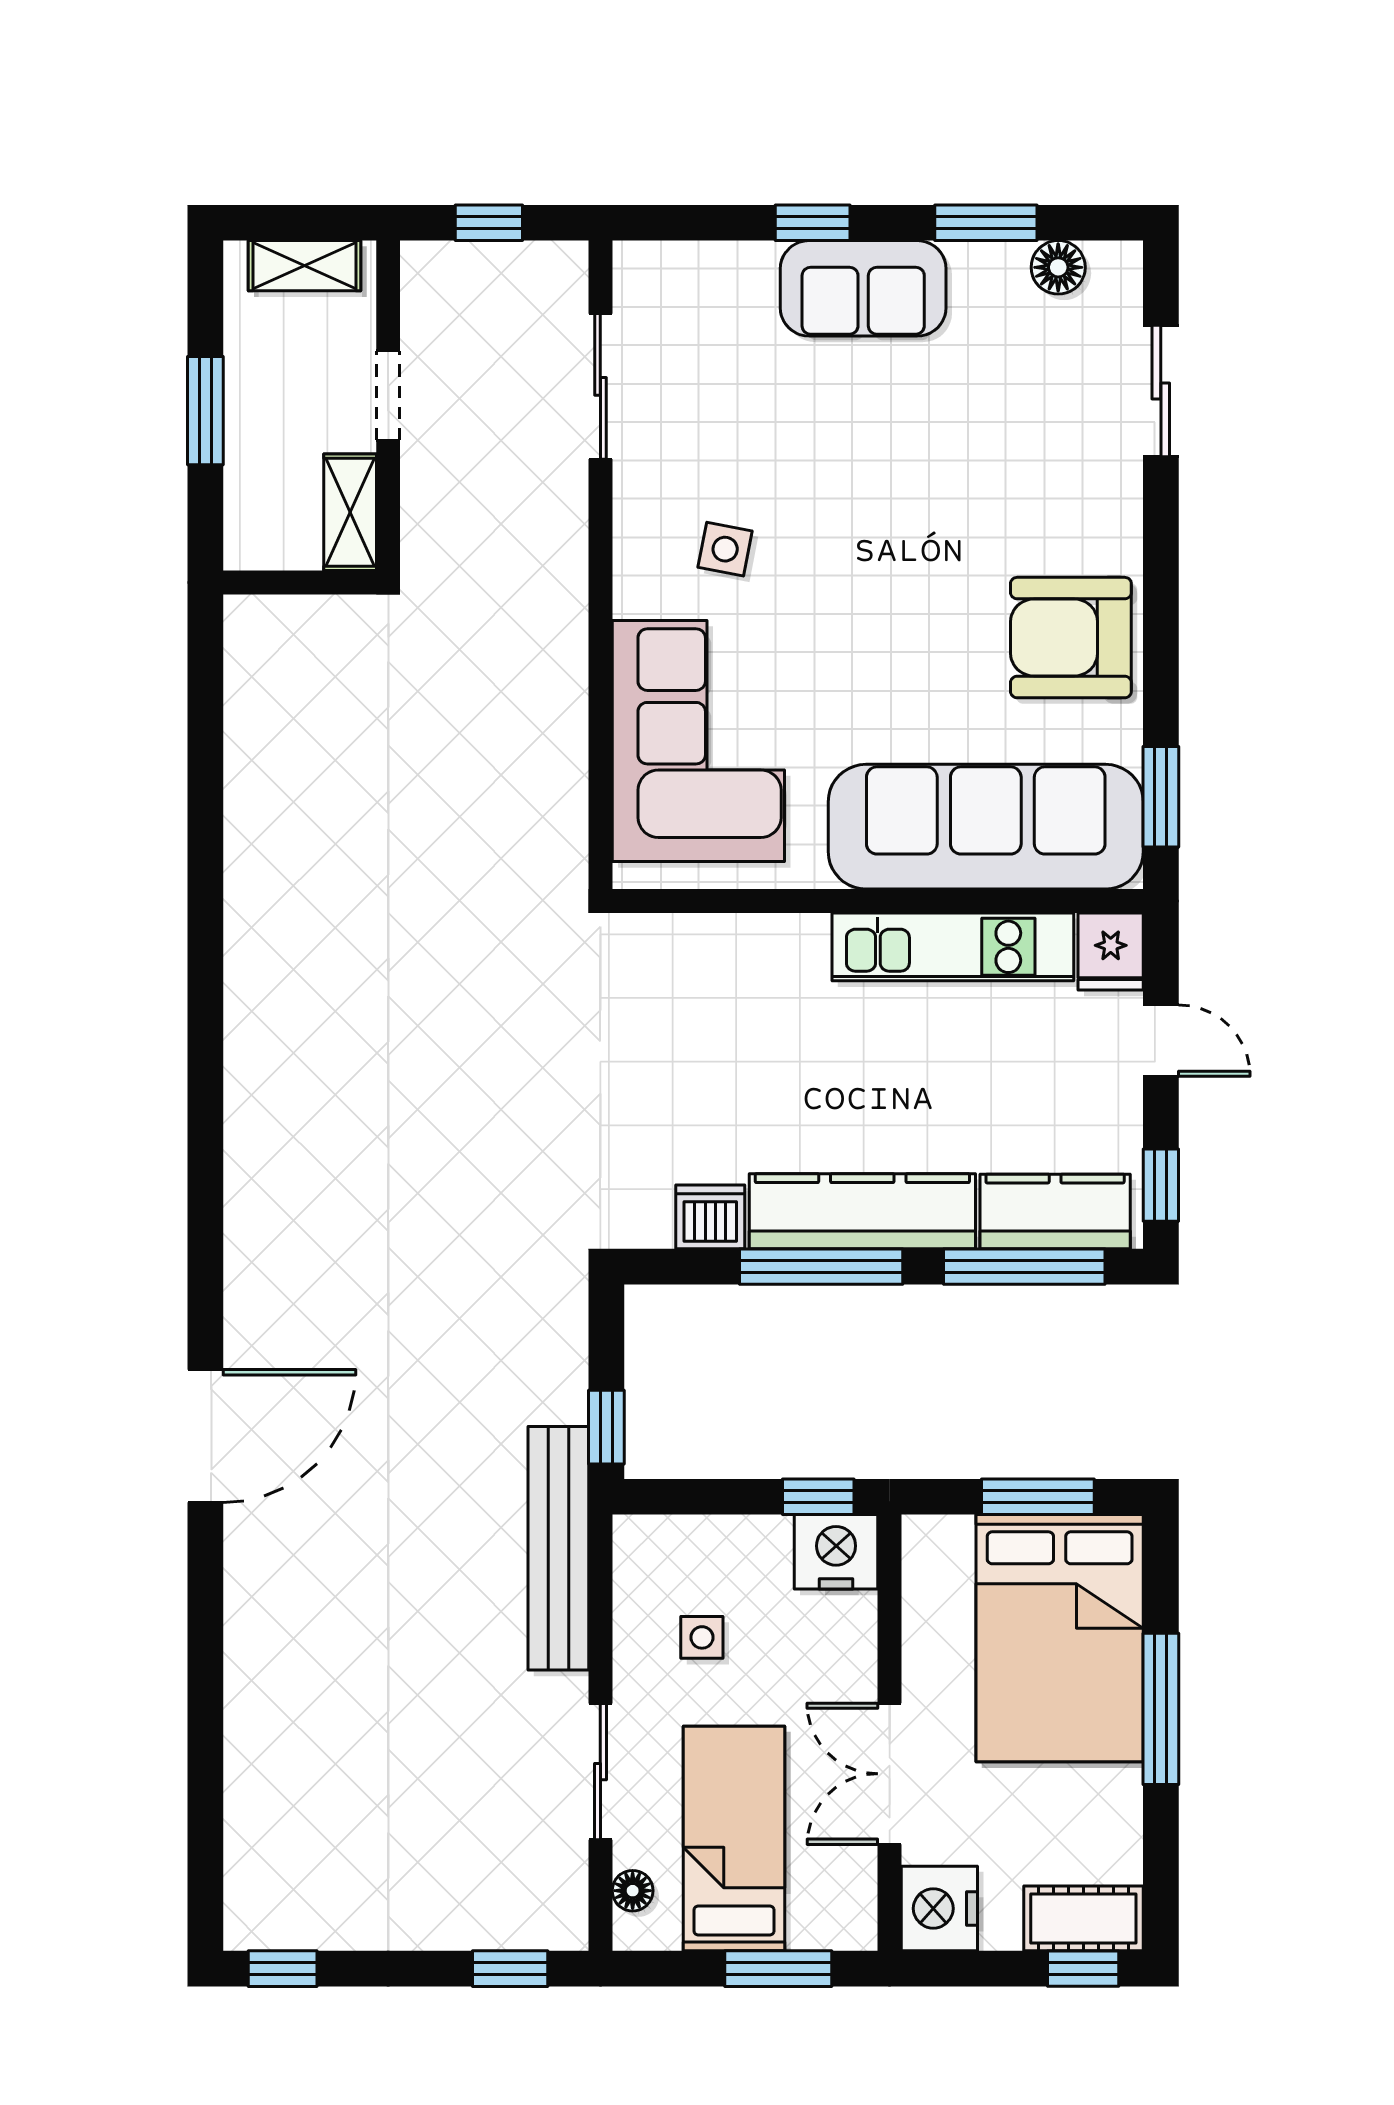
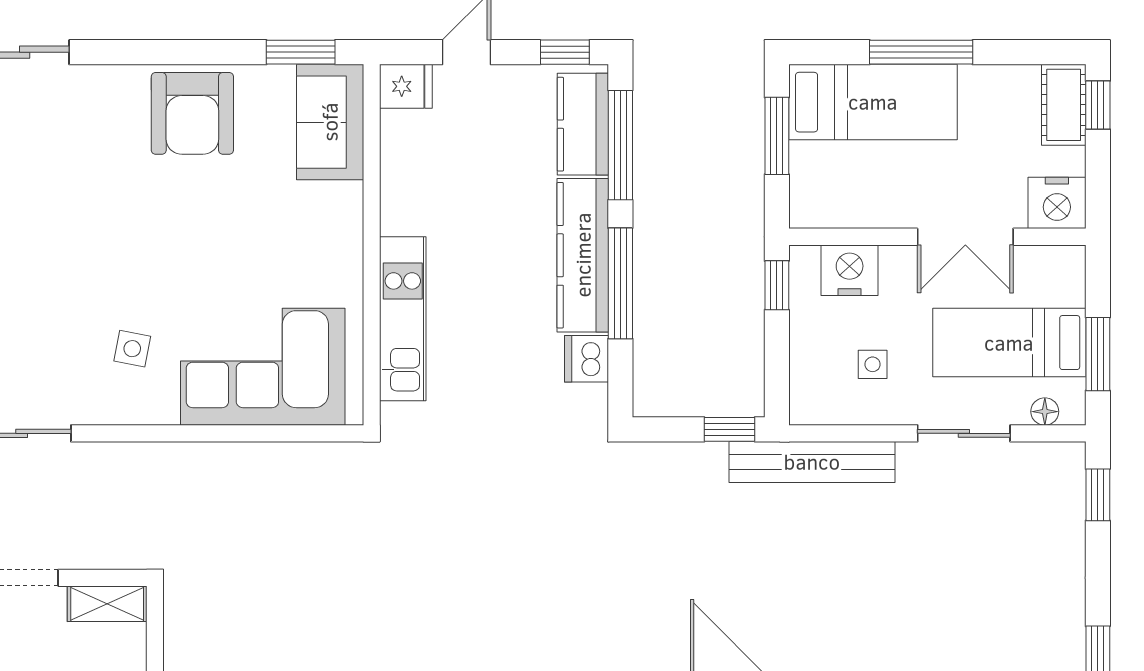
sofa: (986, 827) -> (330, 122), width x0.54, depth x0.79
kitchen unit: (953, 947) -> (403, 319), moved
nightstand: (836, 1552) -> (850, 270), moved, turned 90
bed: (1060, 1638) -> (873, 102), width x0.67
window: (778, 1969) -> (1098, 354), moved

